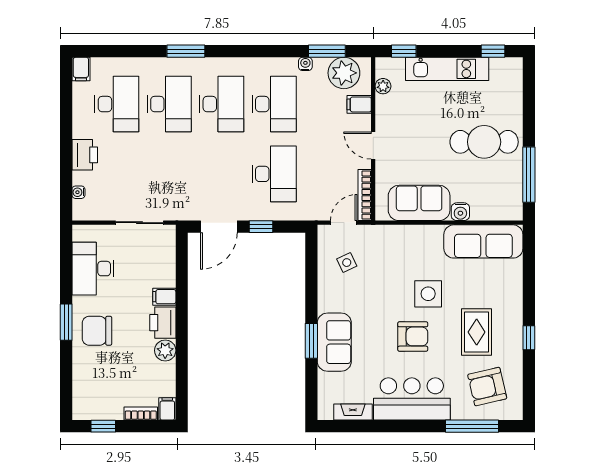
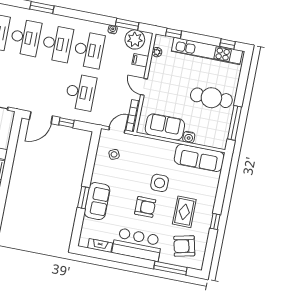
kitchen unit: (447, 69) -> (207, 51), width x1.36

